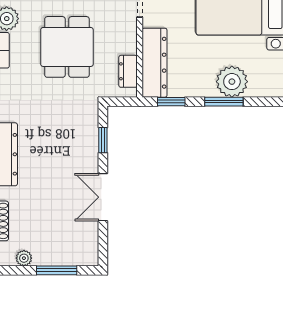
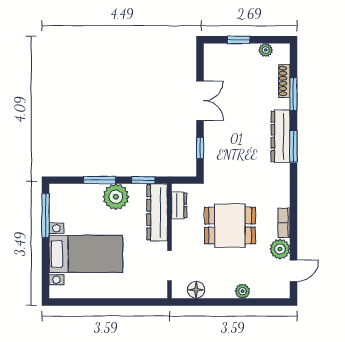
dining table: (67, 47) -> (230, 225), turned 90
plant: (232, 82) -> (116, 197), moved
window: (57, 270) -> (239, 40), width x0.67

